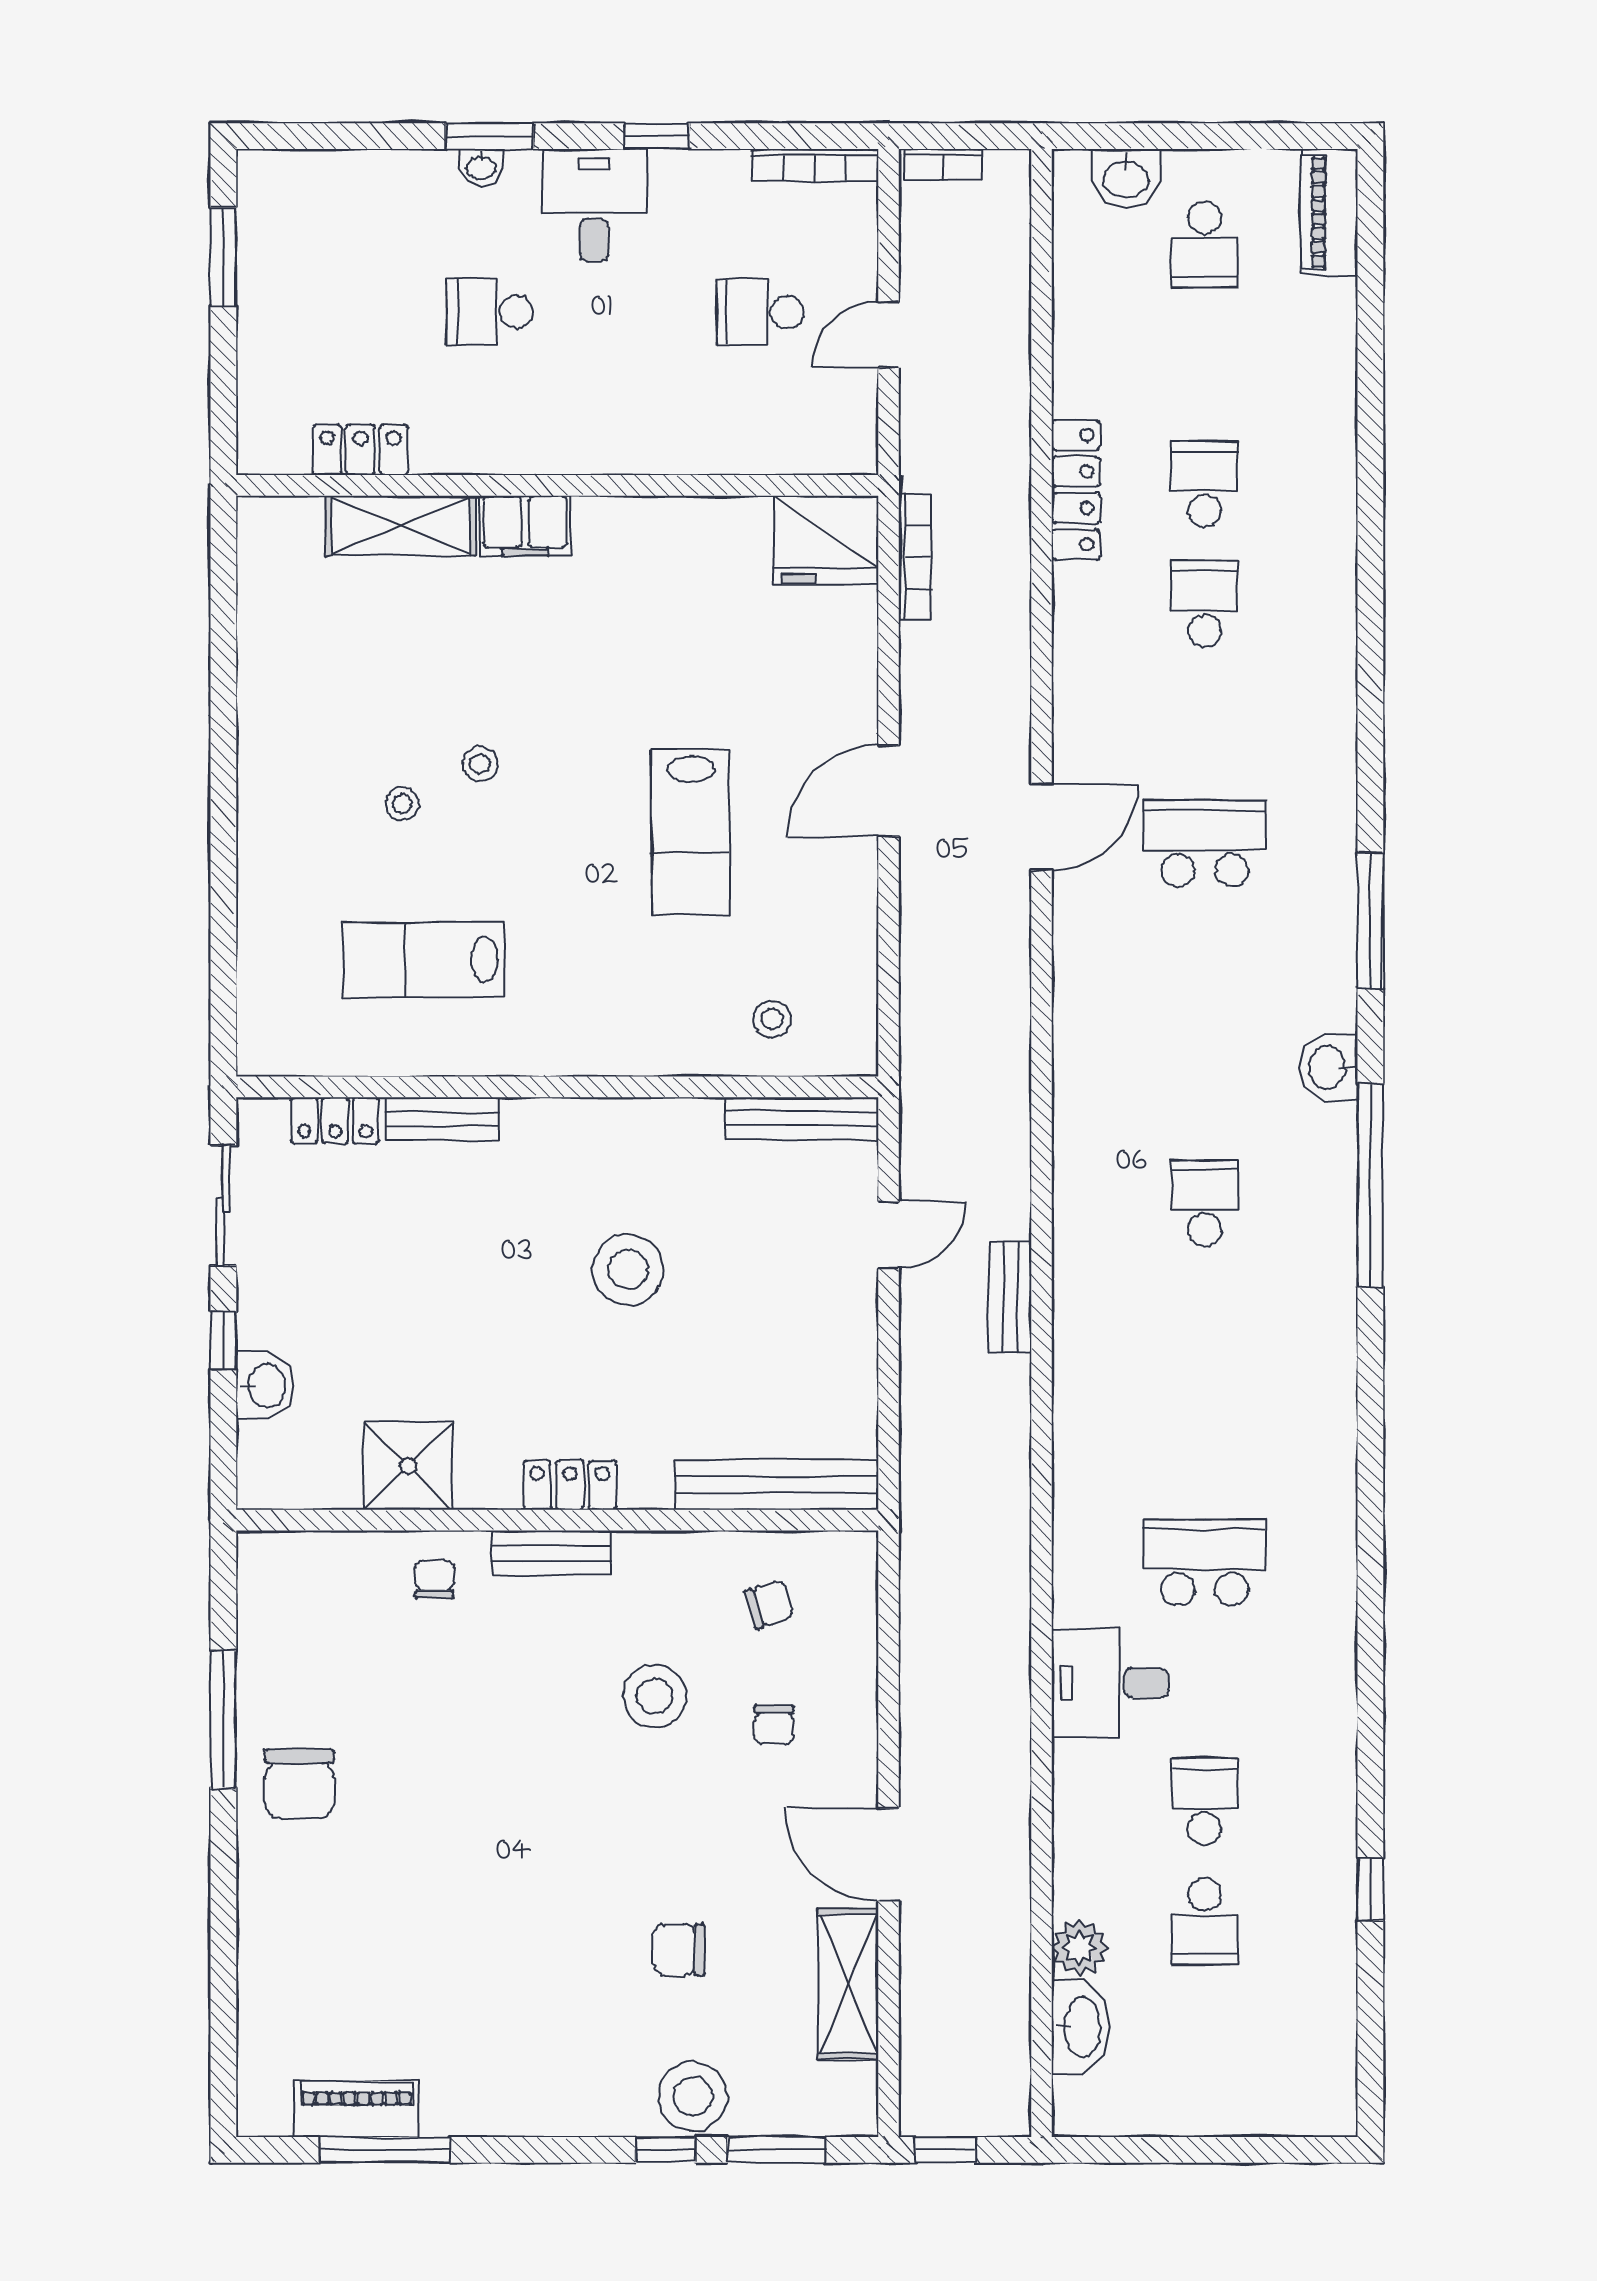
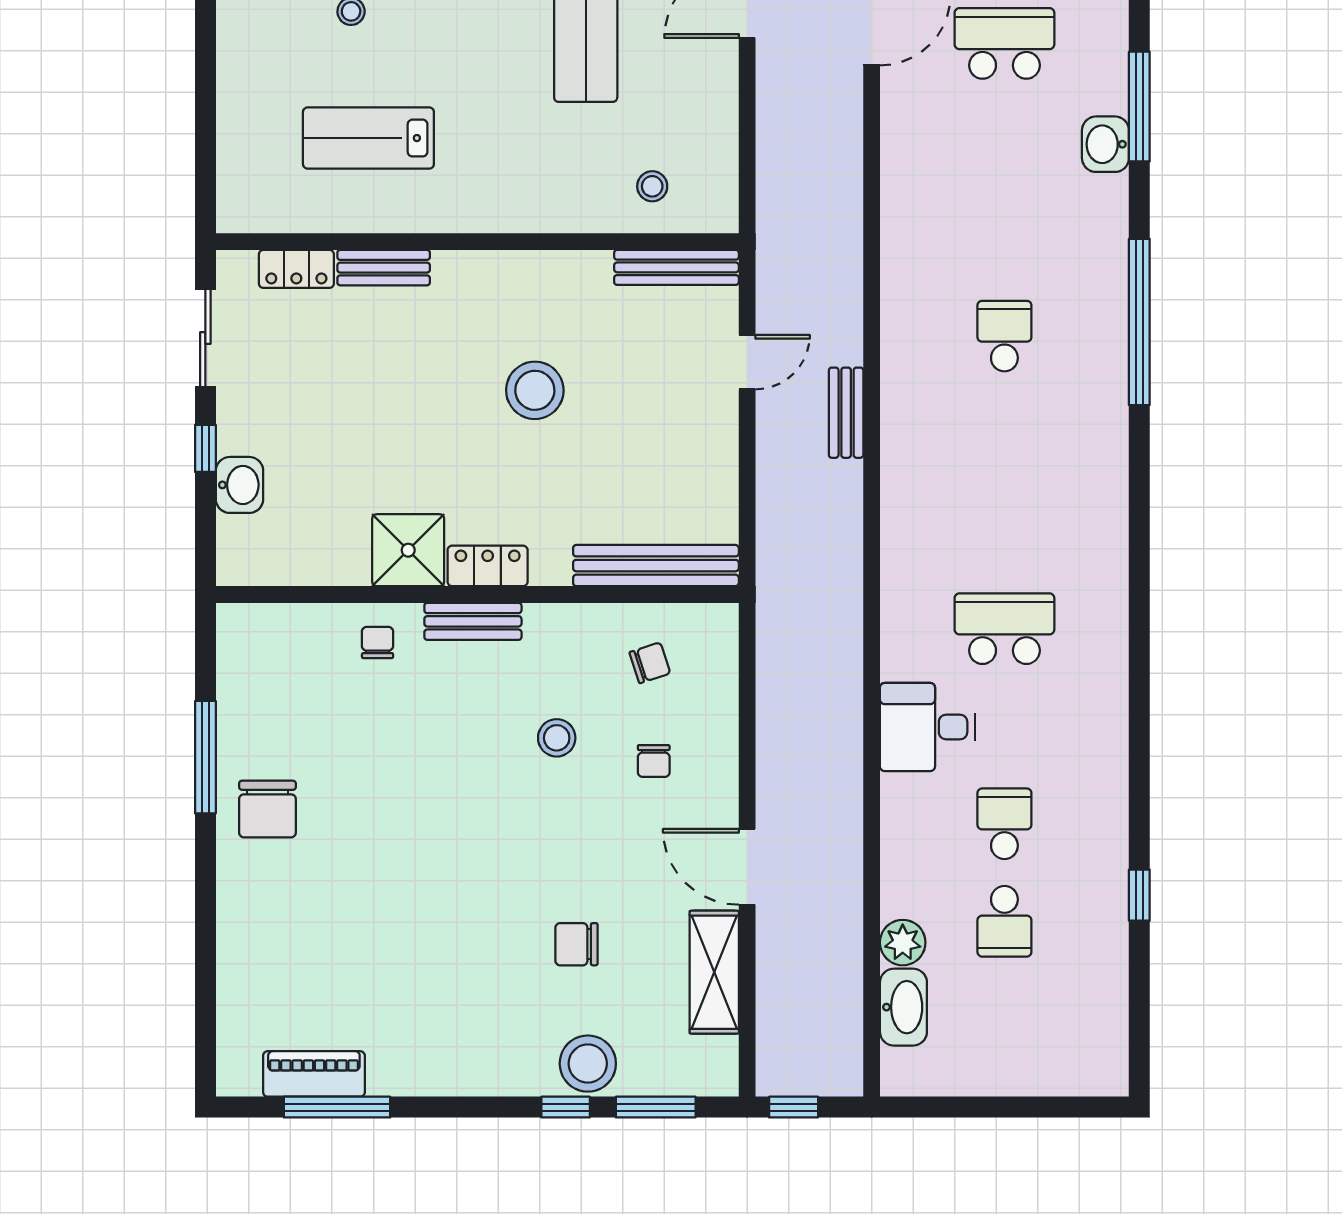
washbasin: (1329, 1067) -> (1105, 144), moved
shower: (408, 1466) -> (408, 550), moved
stool: (655, 1696) -> (557, 738), width x0.73, depth x0.73

